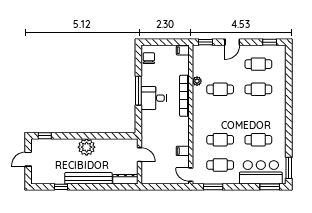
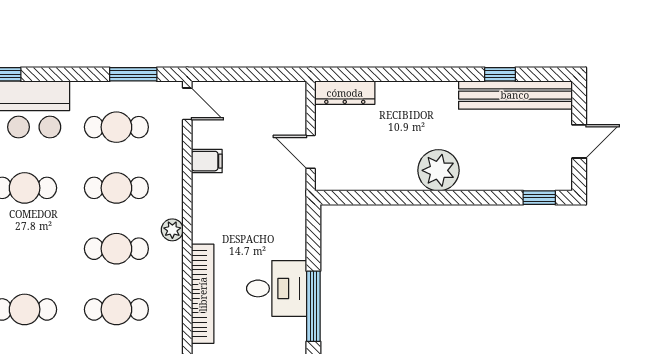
plant: (197, 81) -> (172, 230), moved
cafe table: (220, 115) -> (116, 249), added
bench: (88, 178) -> (515, 95), moved

